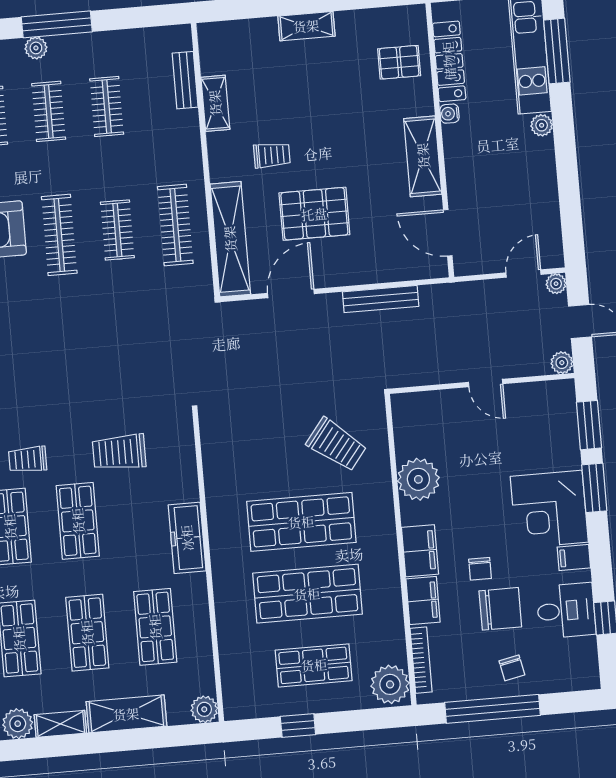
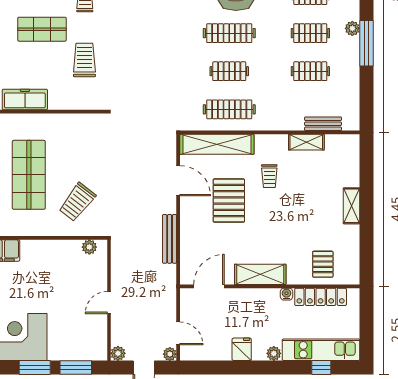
window: (557, 51) -> (321, 368), width x0.46
fridge: (539, 175) -> (242, 349), added
plant: (418, 479) -> (89, 247), moved, width x0.53, depth x0.53

